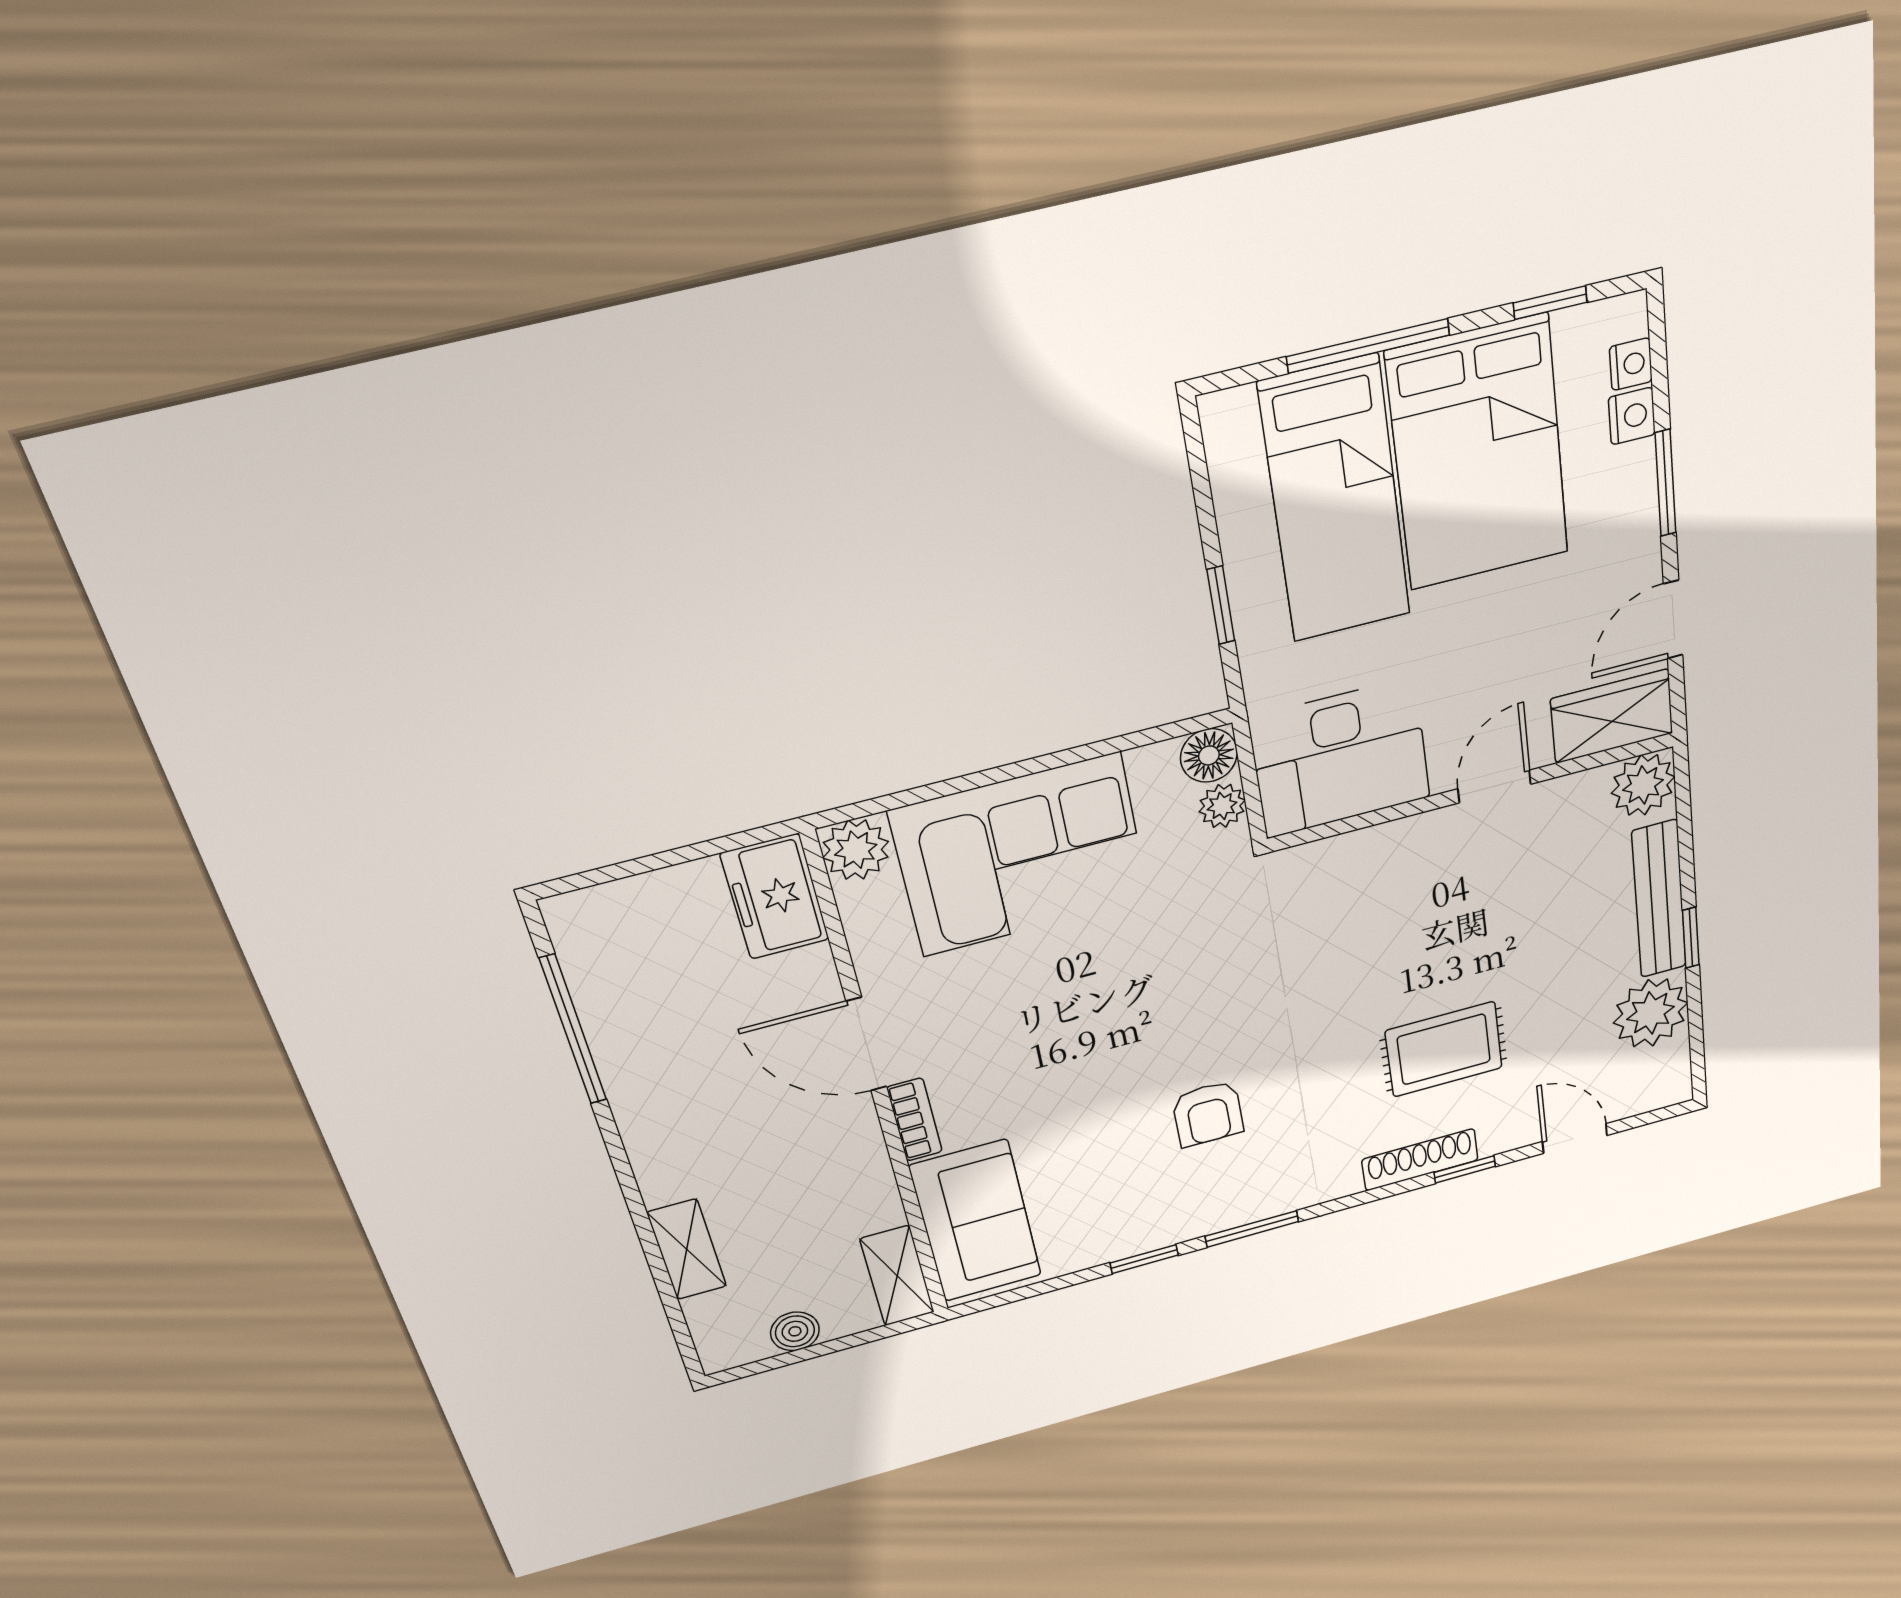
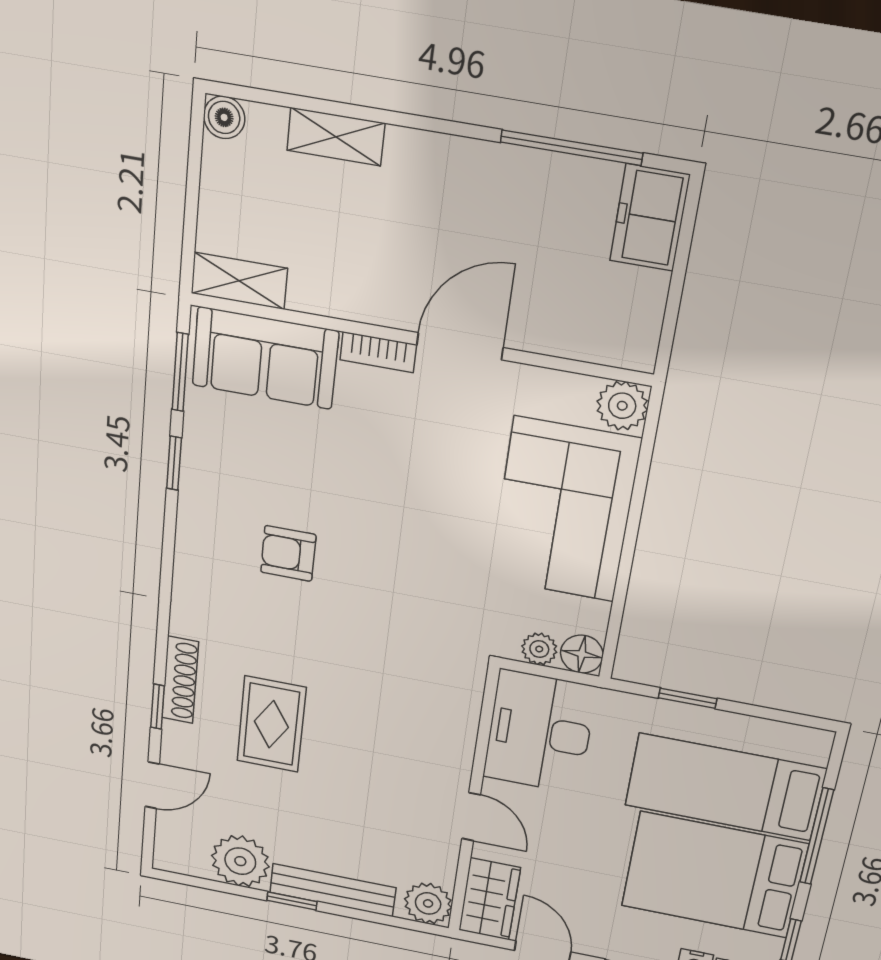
freezer: (775, 897) -> (650, 218), moved, turned -90
window: (1252, 1229) -> (180, 372), moved
boiler: (795, 1331) -> (224, 117), moved

